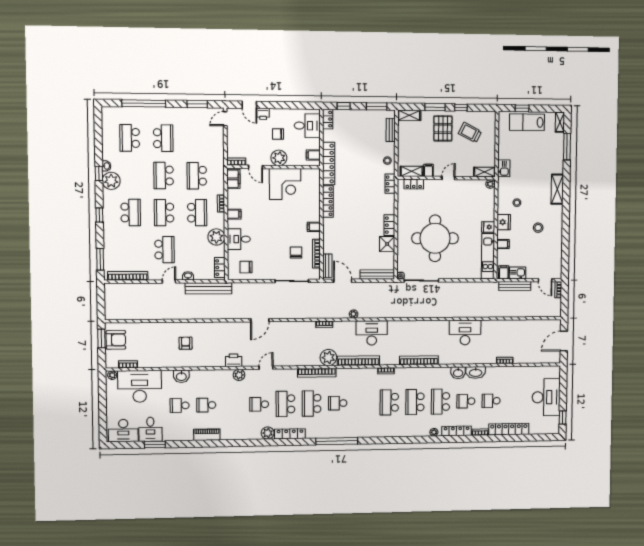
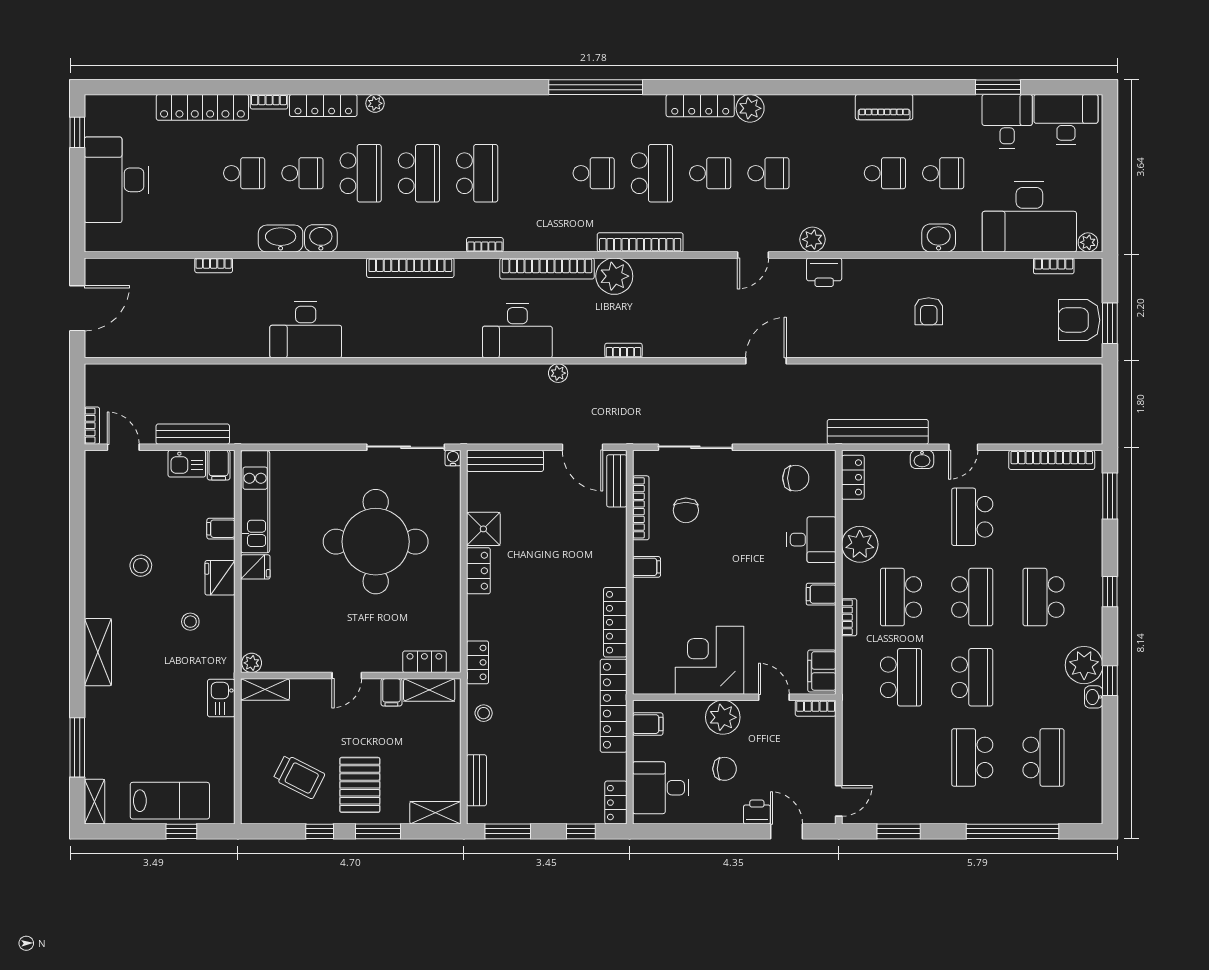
school desk: (285, 404) -> (710, 173), width x0.54

